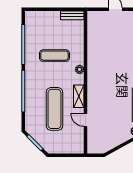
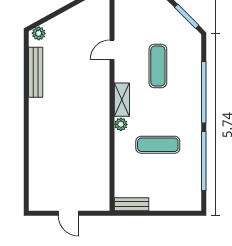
shelving: (79, 96) -> (122, 100), moved
exercise mat: (54, 109) -> (158, 66), width x0.73, depth x0.69
door: (86, 120) -> (112, 50), swing flipped

